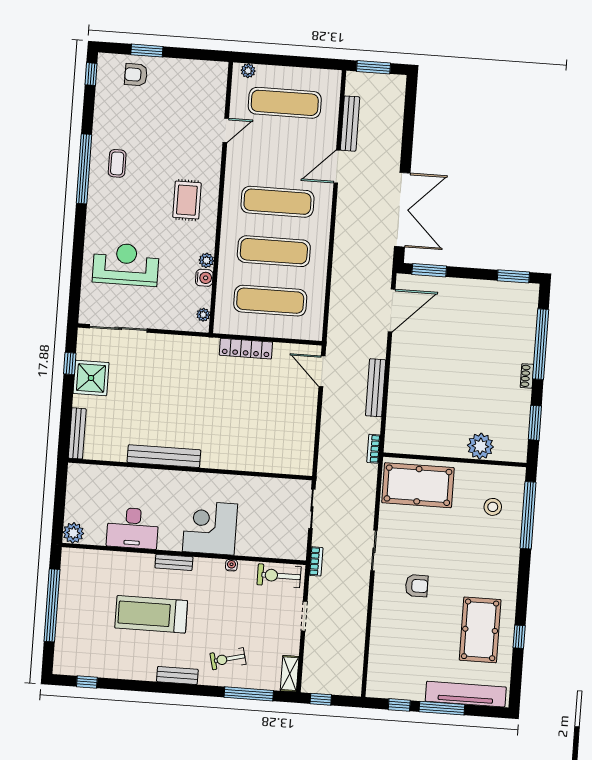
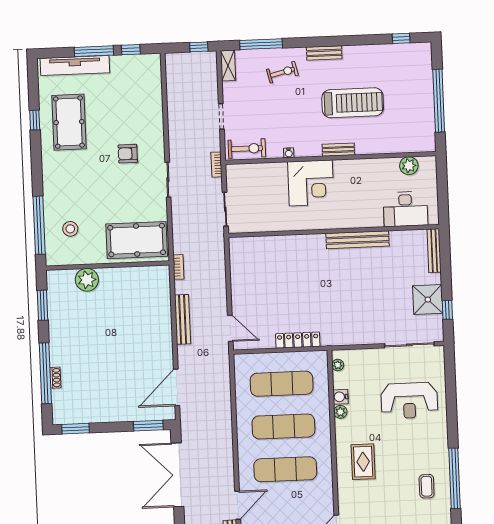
shoe rack: (527, 376) -> (55, 378), moved
desk: (133, 528) -> (405, 209), moved, turned 180
plant: (73, 533) -> (409, 166), moved

